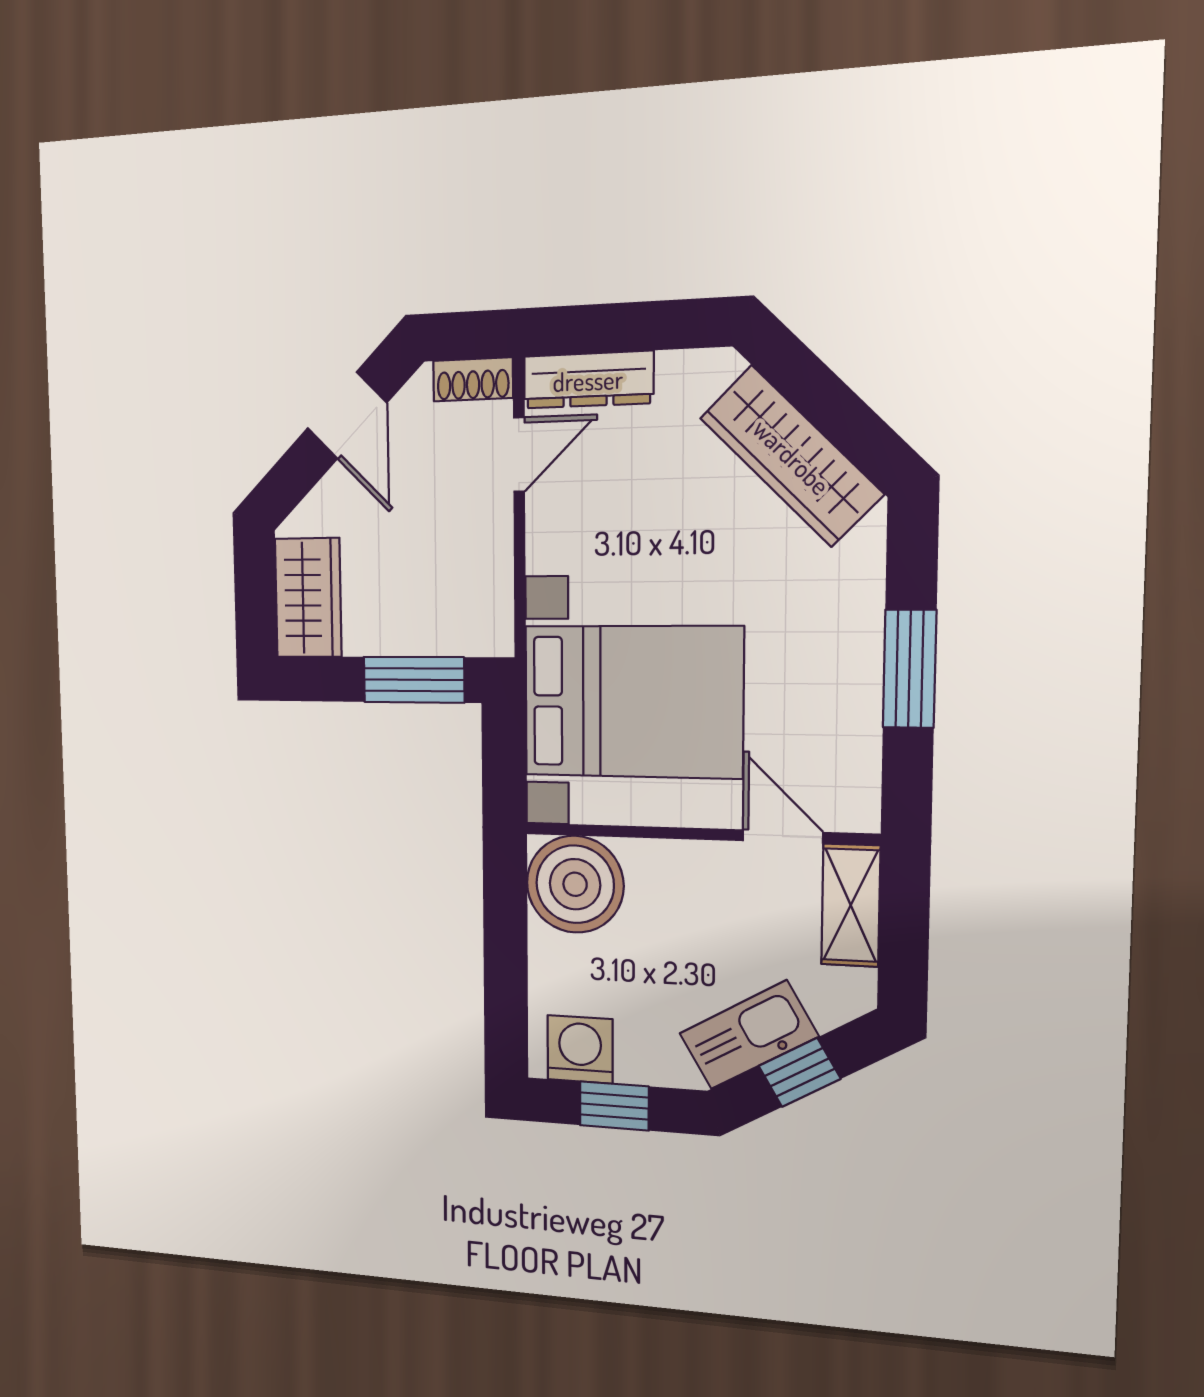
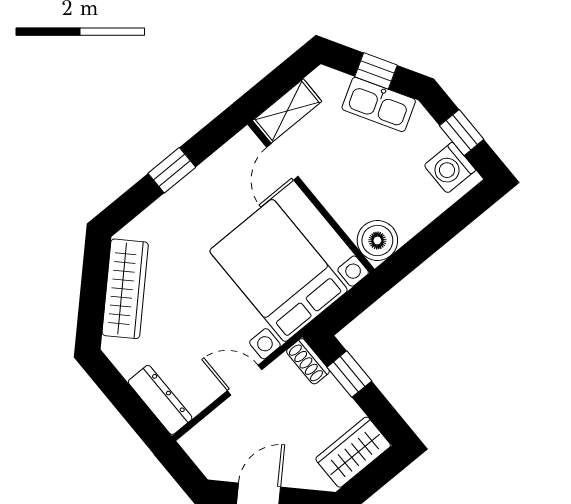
shoe rack: (473, 379) -> (308, 361), moved, turned 180
door: (519, 455) -> (245, 380), moved
window: (910, 669) -> (172, 170), width x0.67
window: (414, 680) -> (349, 374), width x0.67
boiler: (575, 884) -> (377, 240), width x0.73, depth x0.73

